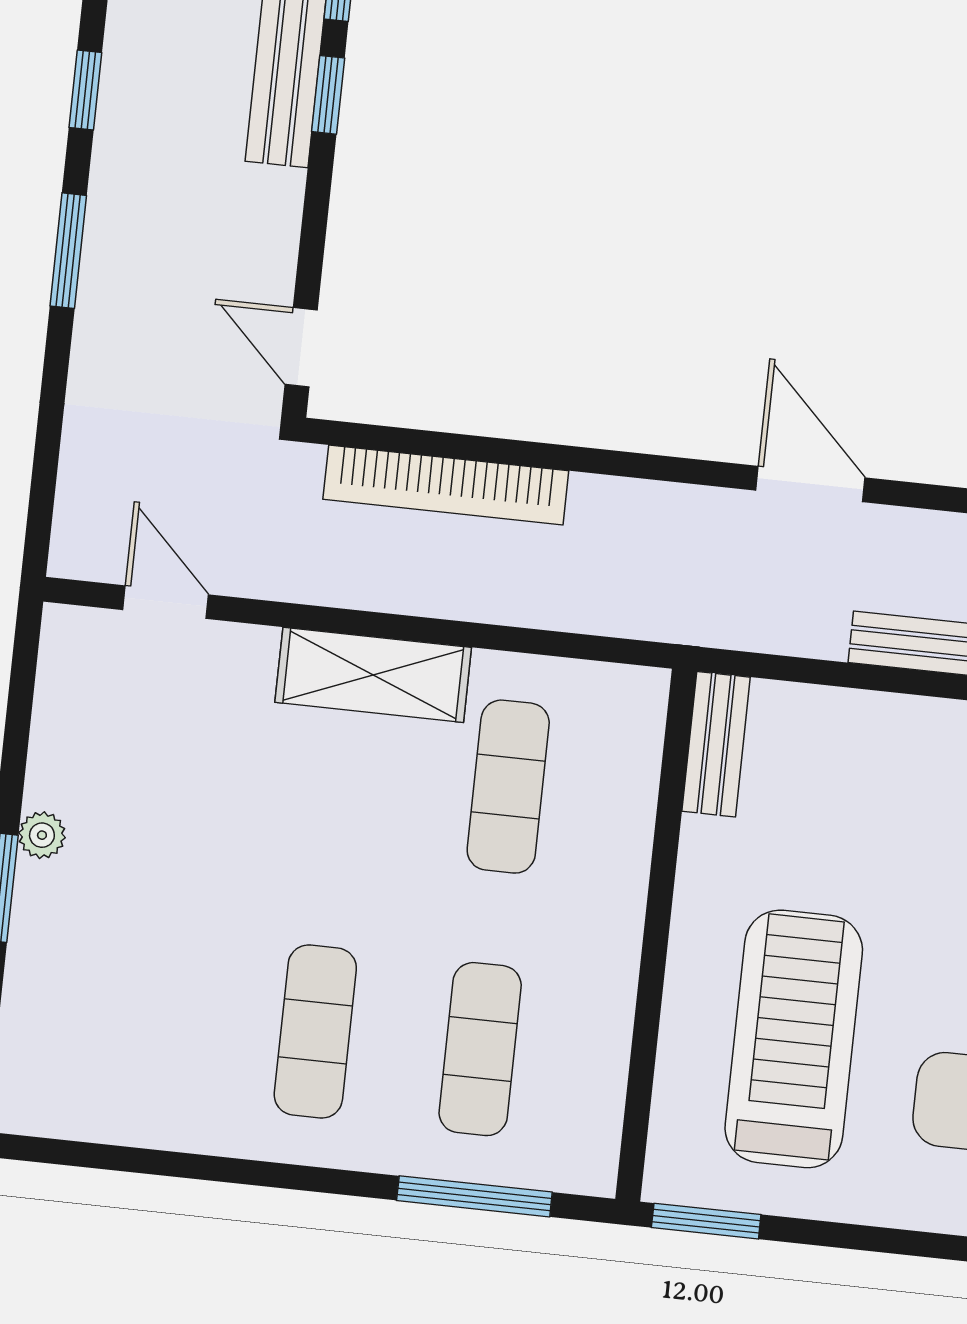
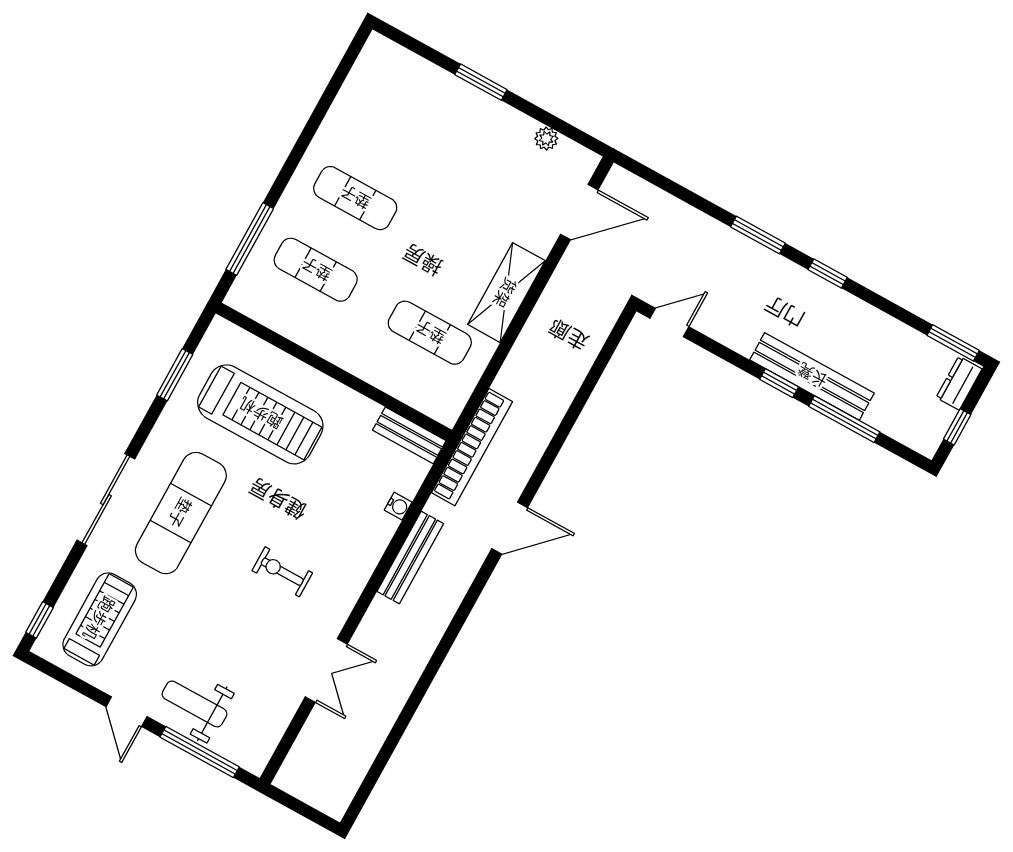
bookcase: (446, 485) -> (472, 447), moved, turned 180
door: (166, 602) -> (579, 212), width x1.38
water cooler: (857, 709) -> (398, 506), added
plant: (42, 835) -> (546, 139), moved
window: (706, 1221) -> (175, 375), moved

